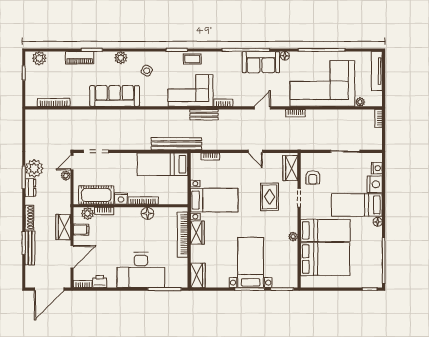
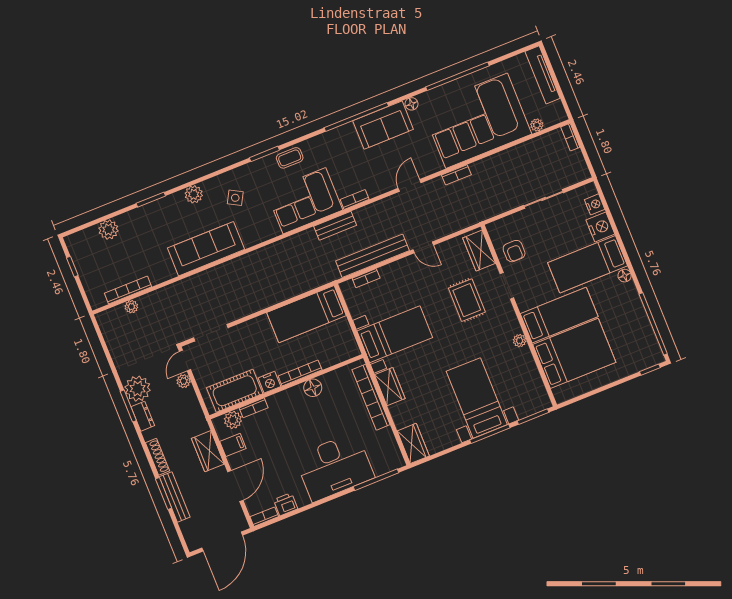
plant: (39, 58) -> (108, 230), moved
piano: (80, 58) -> (139, 216), removed
plant: (51, 114) -> (131, 307), added
bench: (176, 144) -> (372, 256), moved

